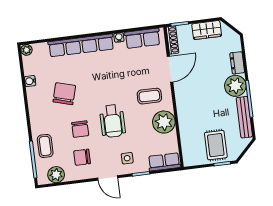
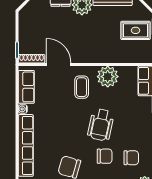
wardrobe: (207, 30) -> (26, 25), removed
wheelchair: (112, 121) -> (101, 125), turned 102
chair: (82, 157) -> (131, 158), turned -90
side table: (127, 158) -> (137, 115), removed

